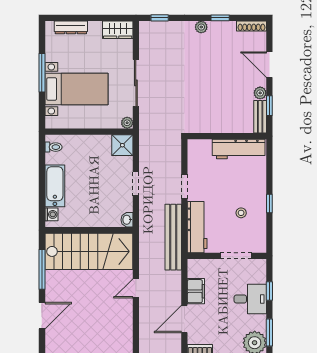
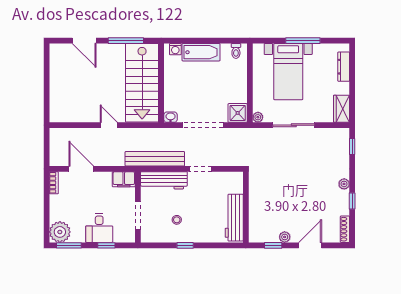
bench: (260, 117) -> (263, 237), removed
doorway: (136, 184) -> (203, 125), width x1.87
filing cabinet: (196, 291) -> (124, 179), moved

